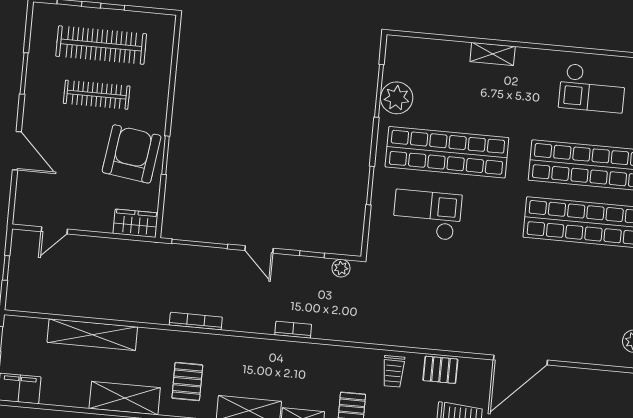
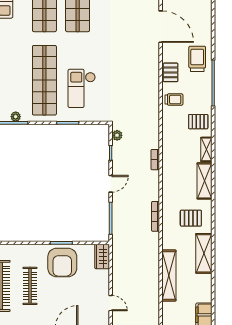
plant: (397, 98) -> (16, 117), width x0.53, depth x0.53
armchair: (132, 154) -> (62, 263), turned -98

